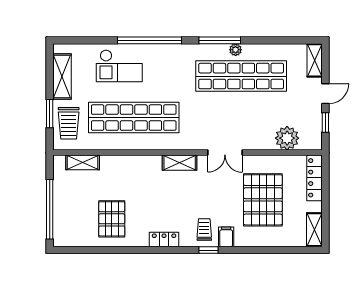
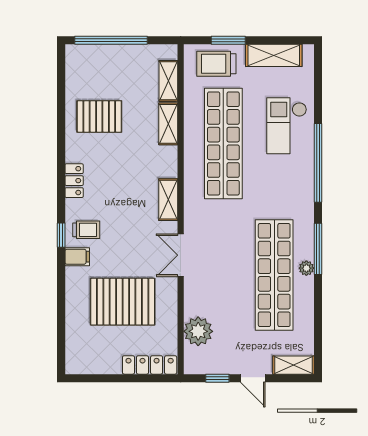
shelving: (314, 230) -> (168, 124), moved, turned 90

